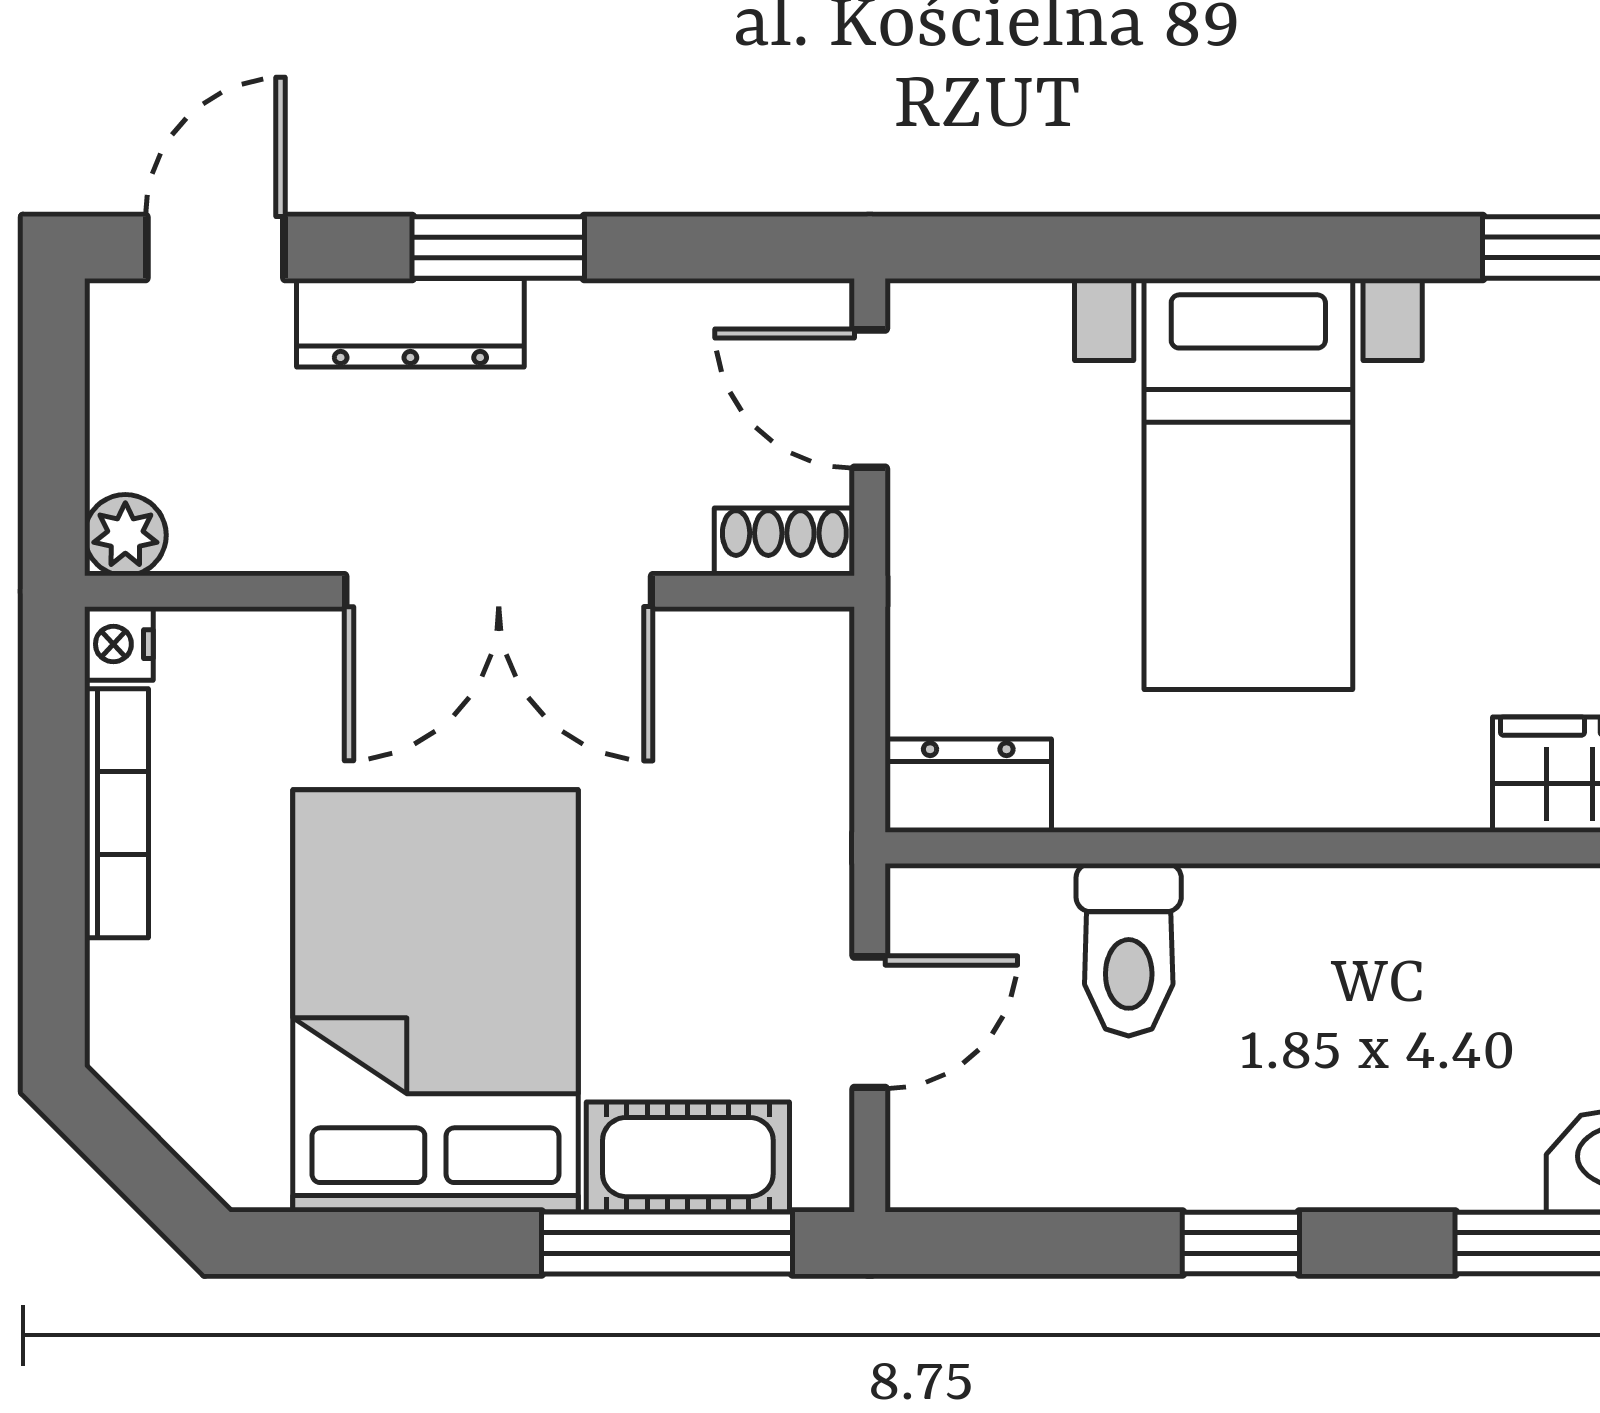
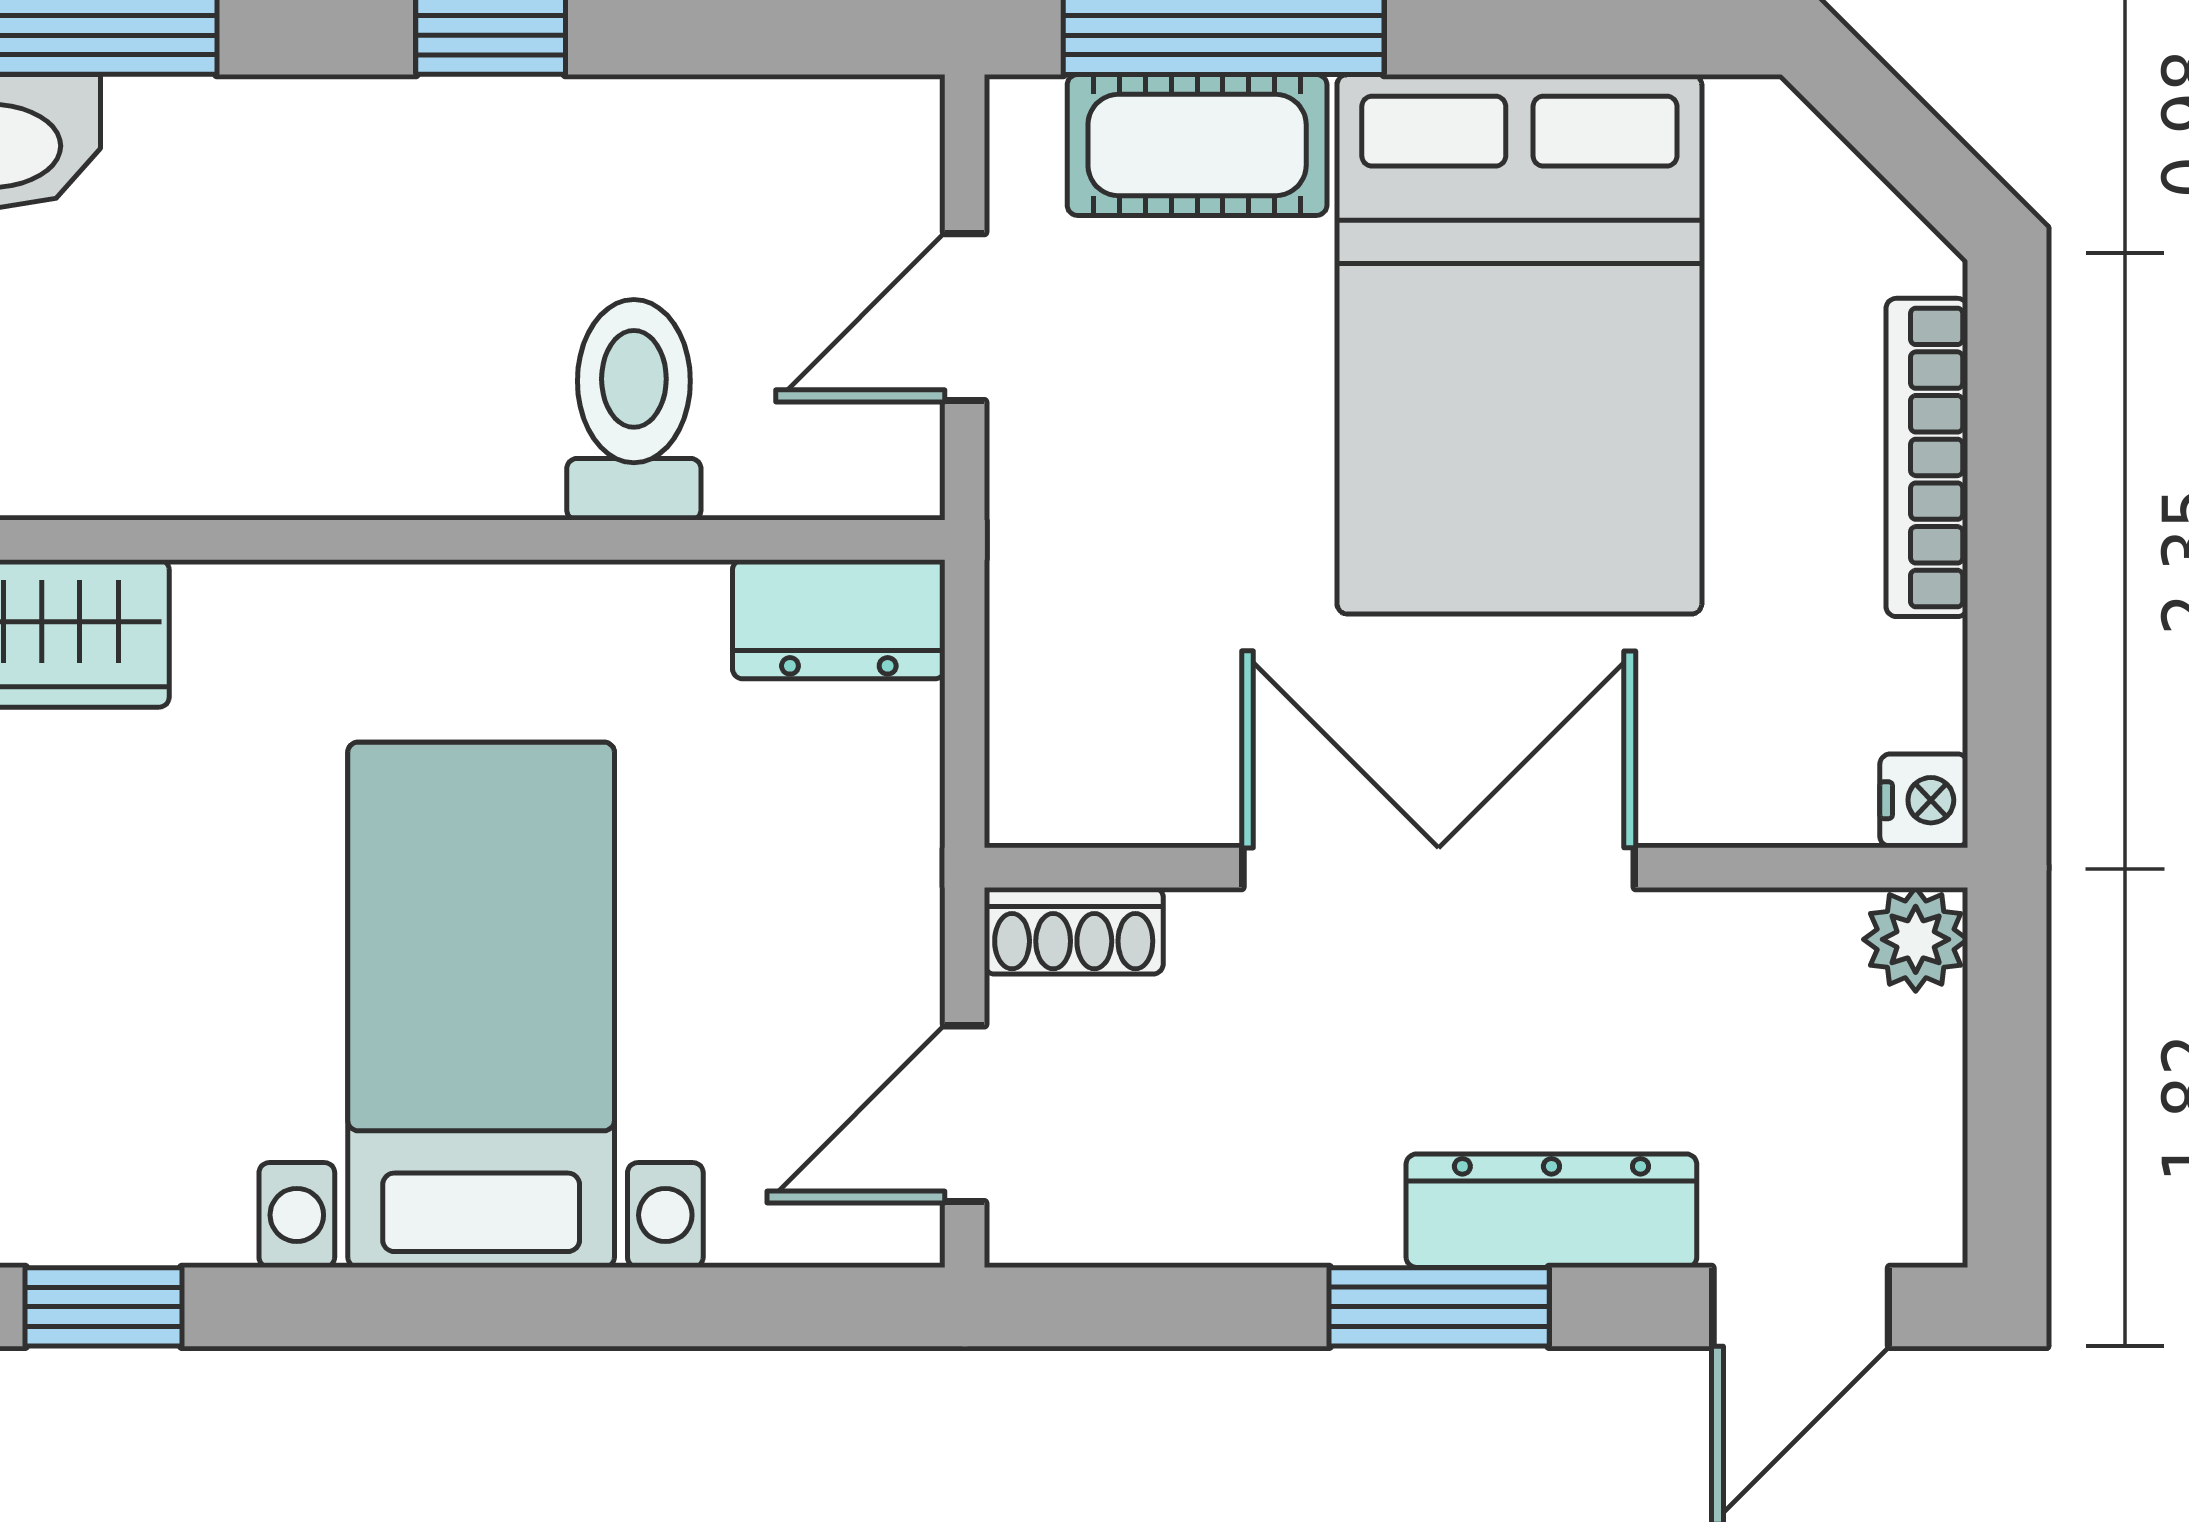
door: (870, 399) -> (965, 1114), swing flipped
bookcase: (116, 813) -> (1927, 457), moved

